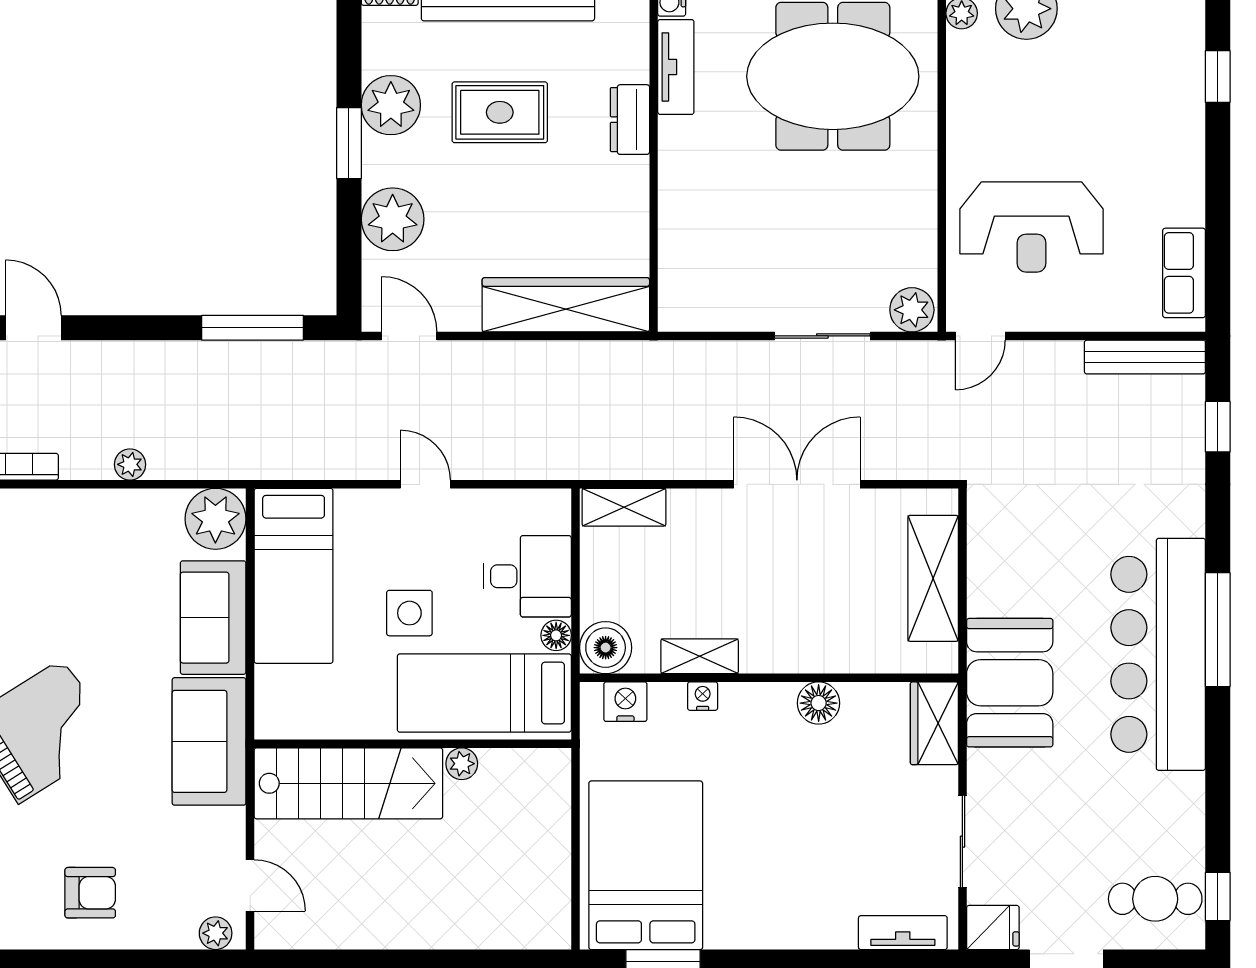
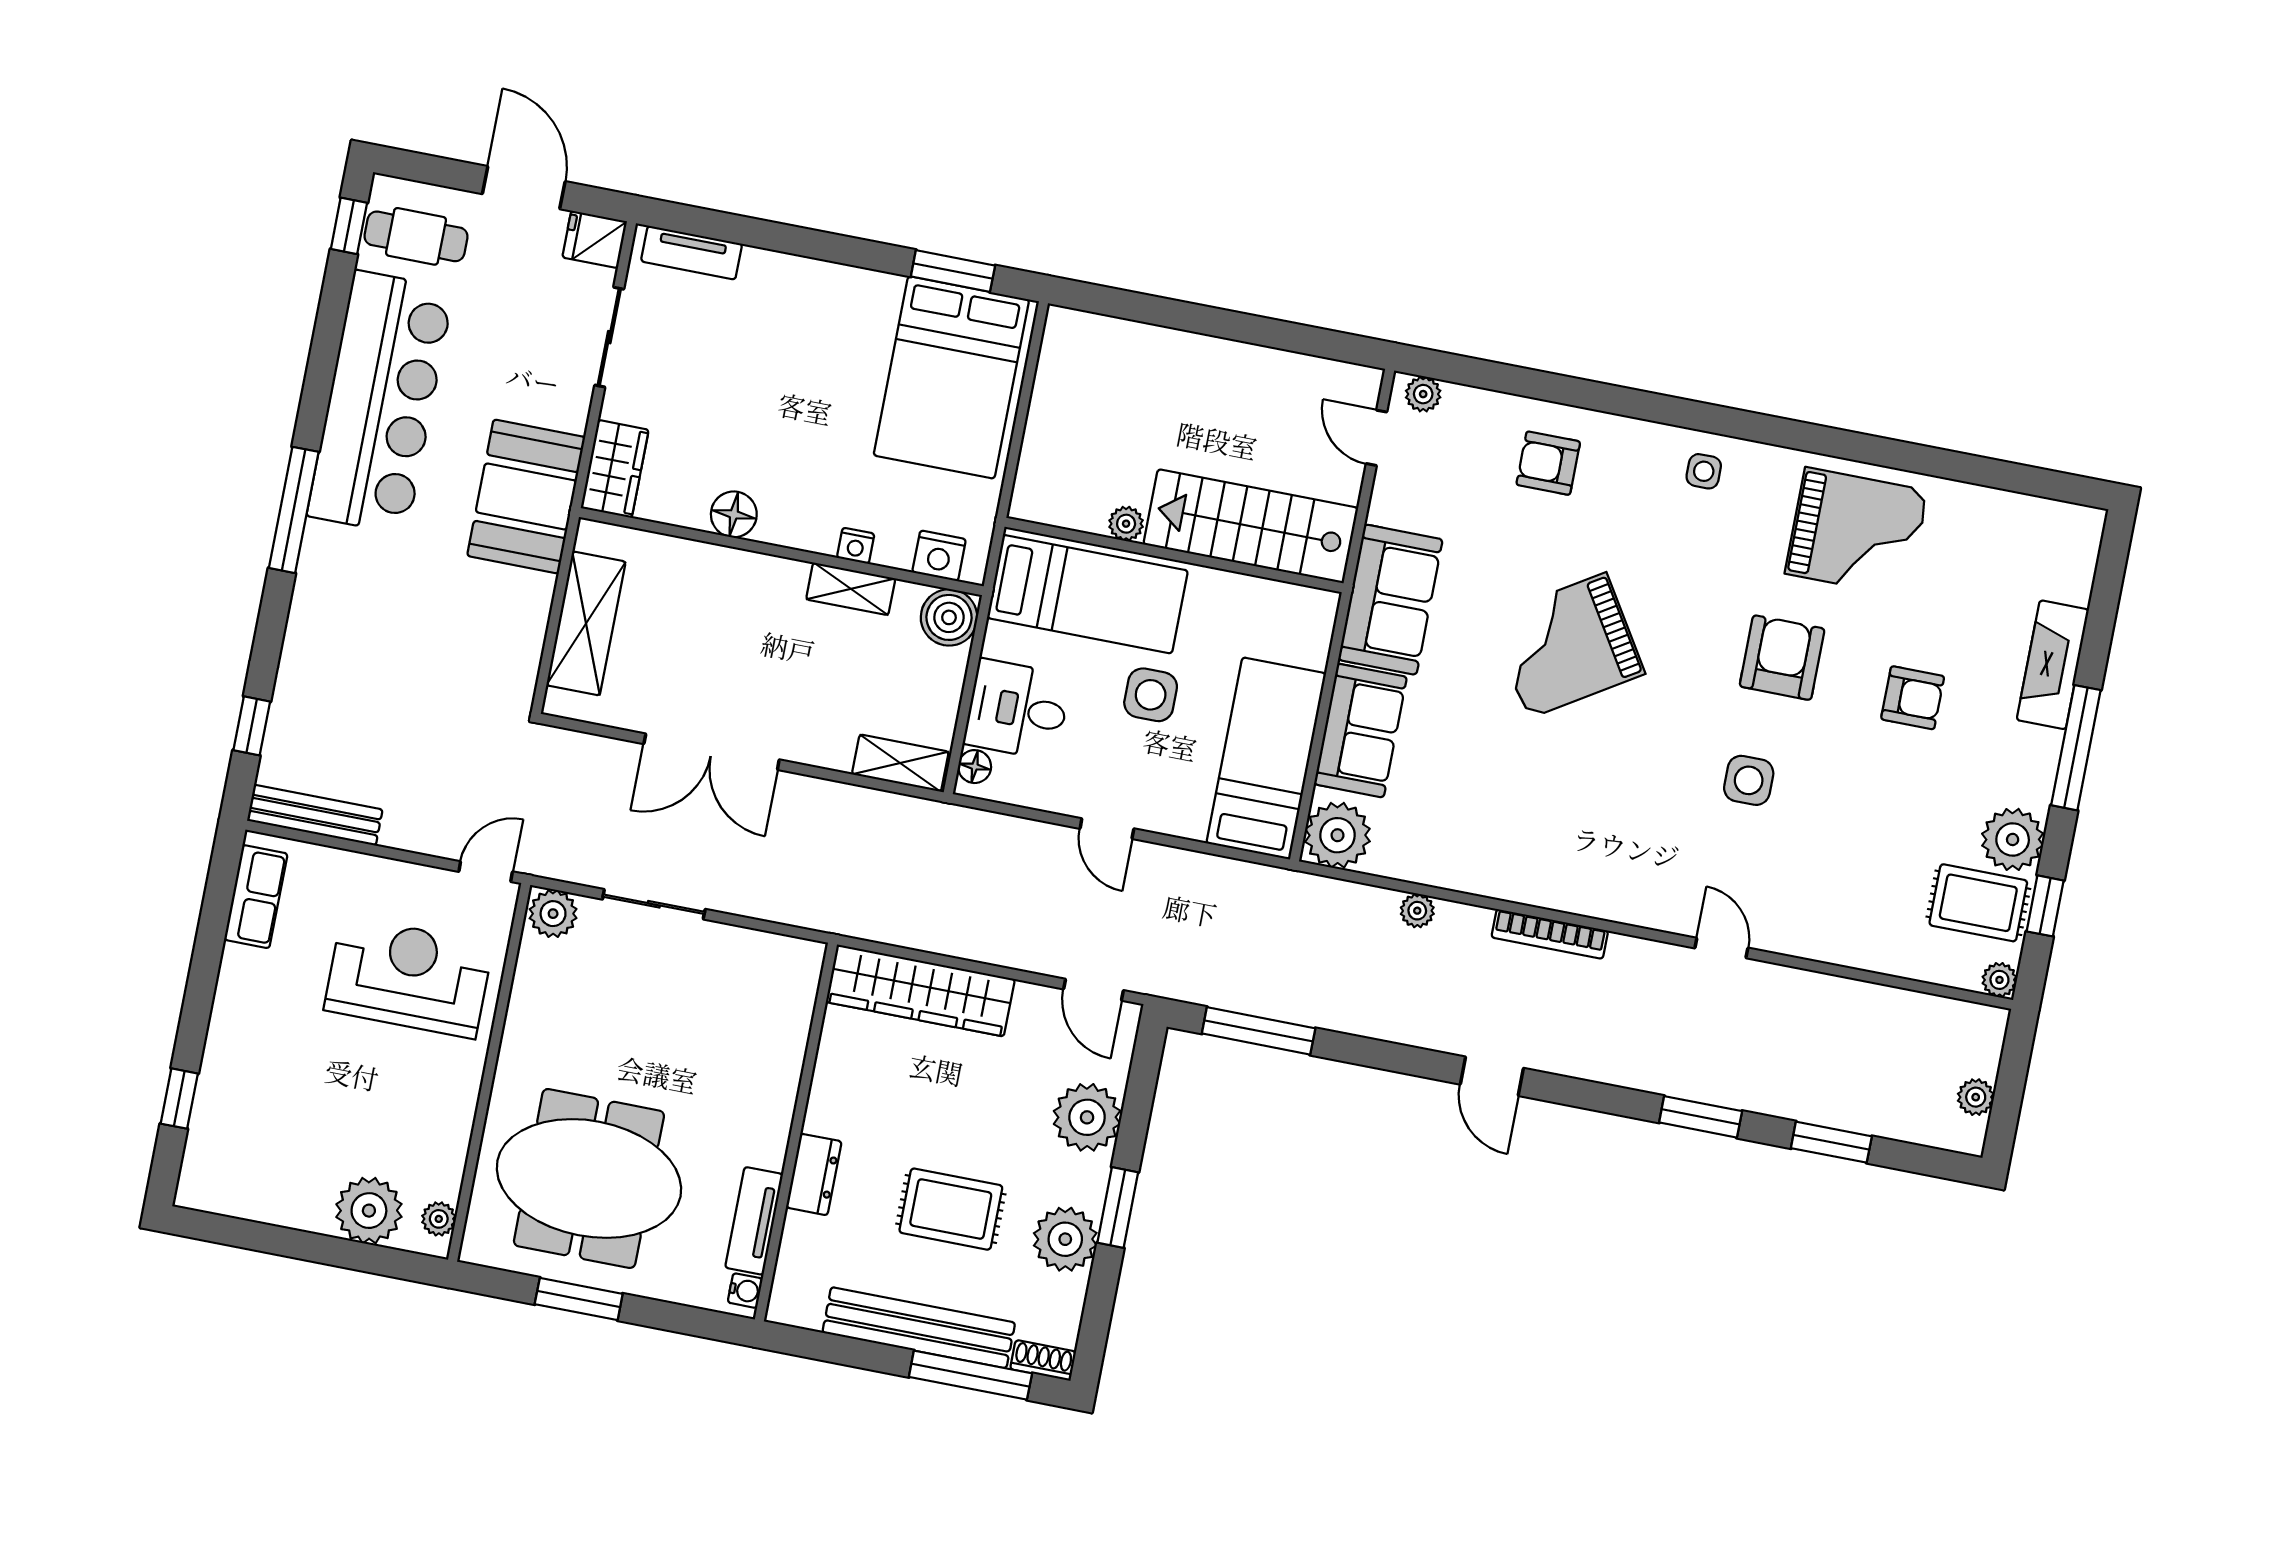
floor lamp: (556, 635) -> (975, 767), moved
bar counter: (1158, 654) -> (380, 402), moved

